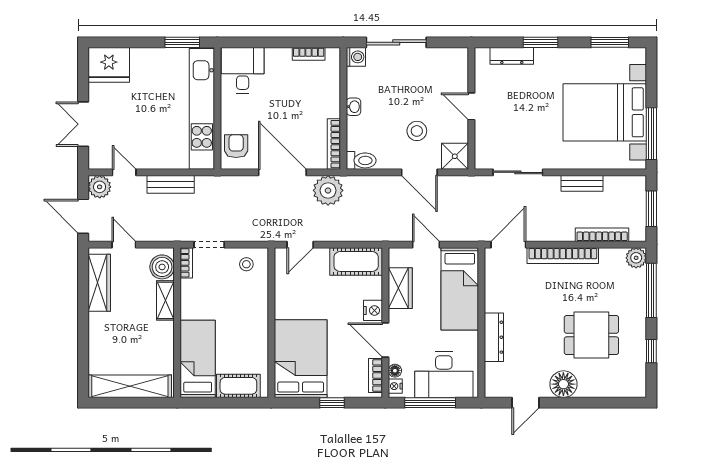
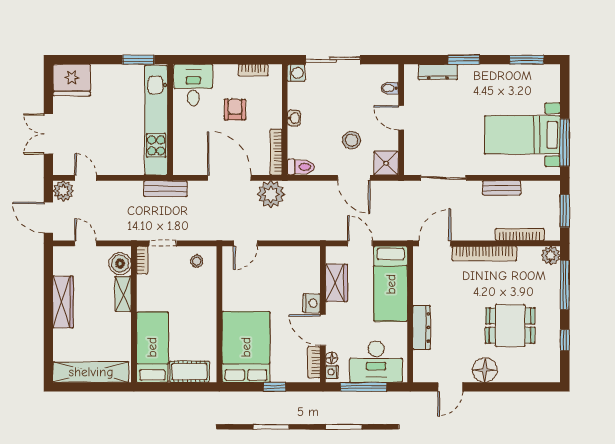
bidet: (459, 74) -> (390, 88), added
bed with nightstands: (605, 112) -> (522, 135), width x0.73
armchair: (236, 146) -> (235, 110), moved
bench: (171, 184) -> (166, 189), moved
cot: (356, 261) -> (296, 259), removed
wardrobe: (99, 283) -> (63, 302), moved

